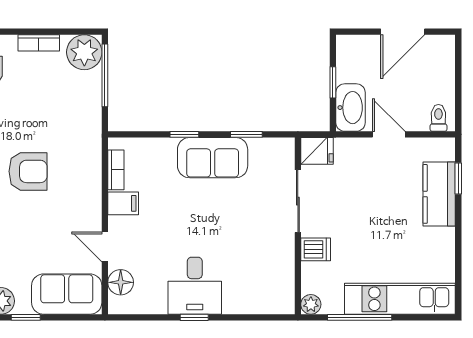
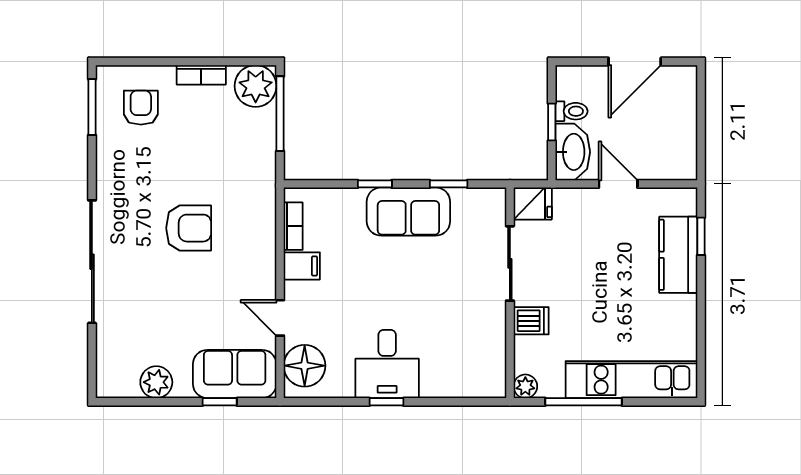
toilet: (438, 118) -> (571, 111), moved, turned 90
floor lamp: (121, 282) -> (305, 366), width x1.38, depth x1.38
window: (26, 317) -> (220, 402), moved

